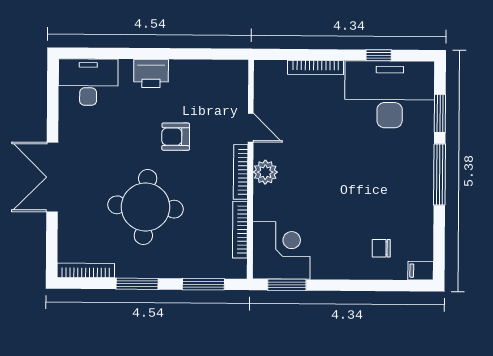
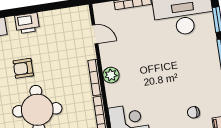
door: (251, 128) -> (95, 34), moved
armchair: (176, 137) -> (23, 68), moved

